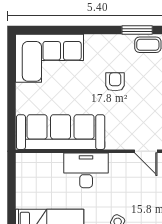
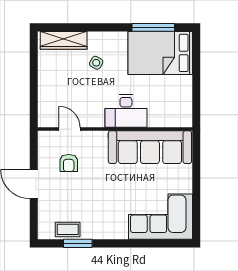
armchair: (115, 82) -> (69, 163), moved

